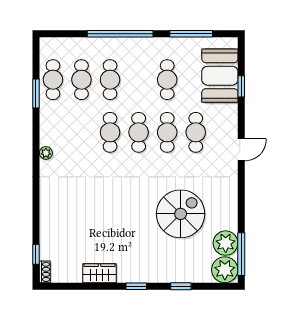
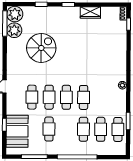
spiral stairs: (181, 214) -> (41, 48), turned 180

